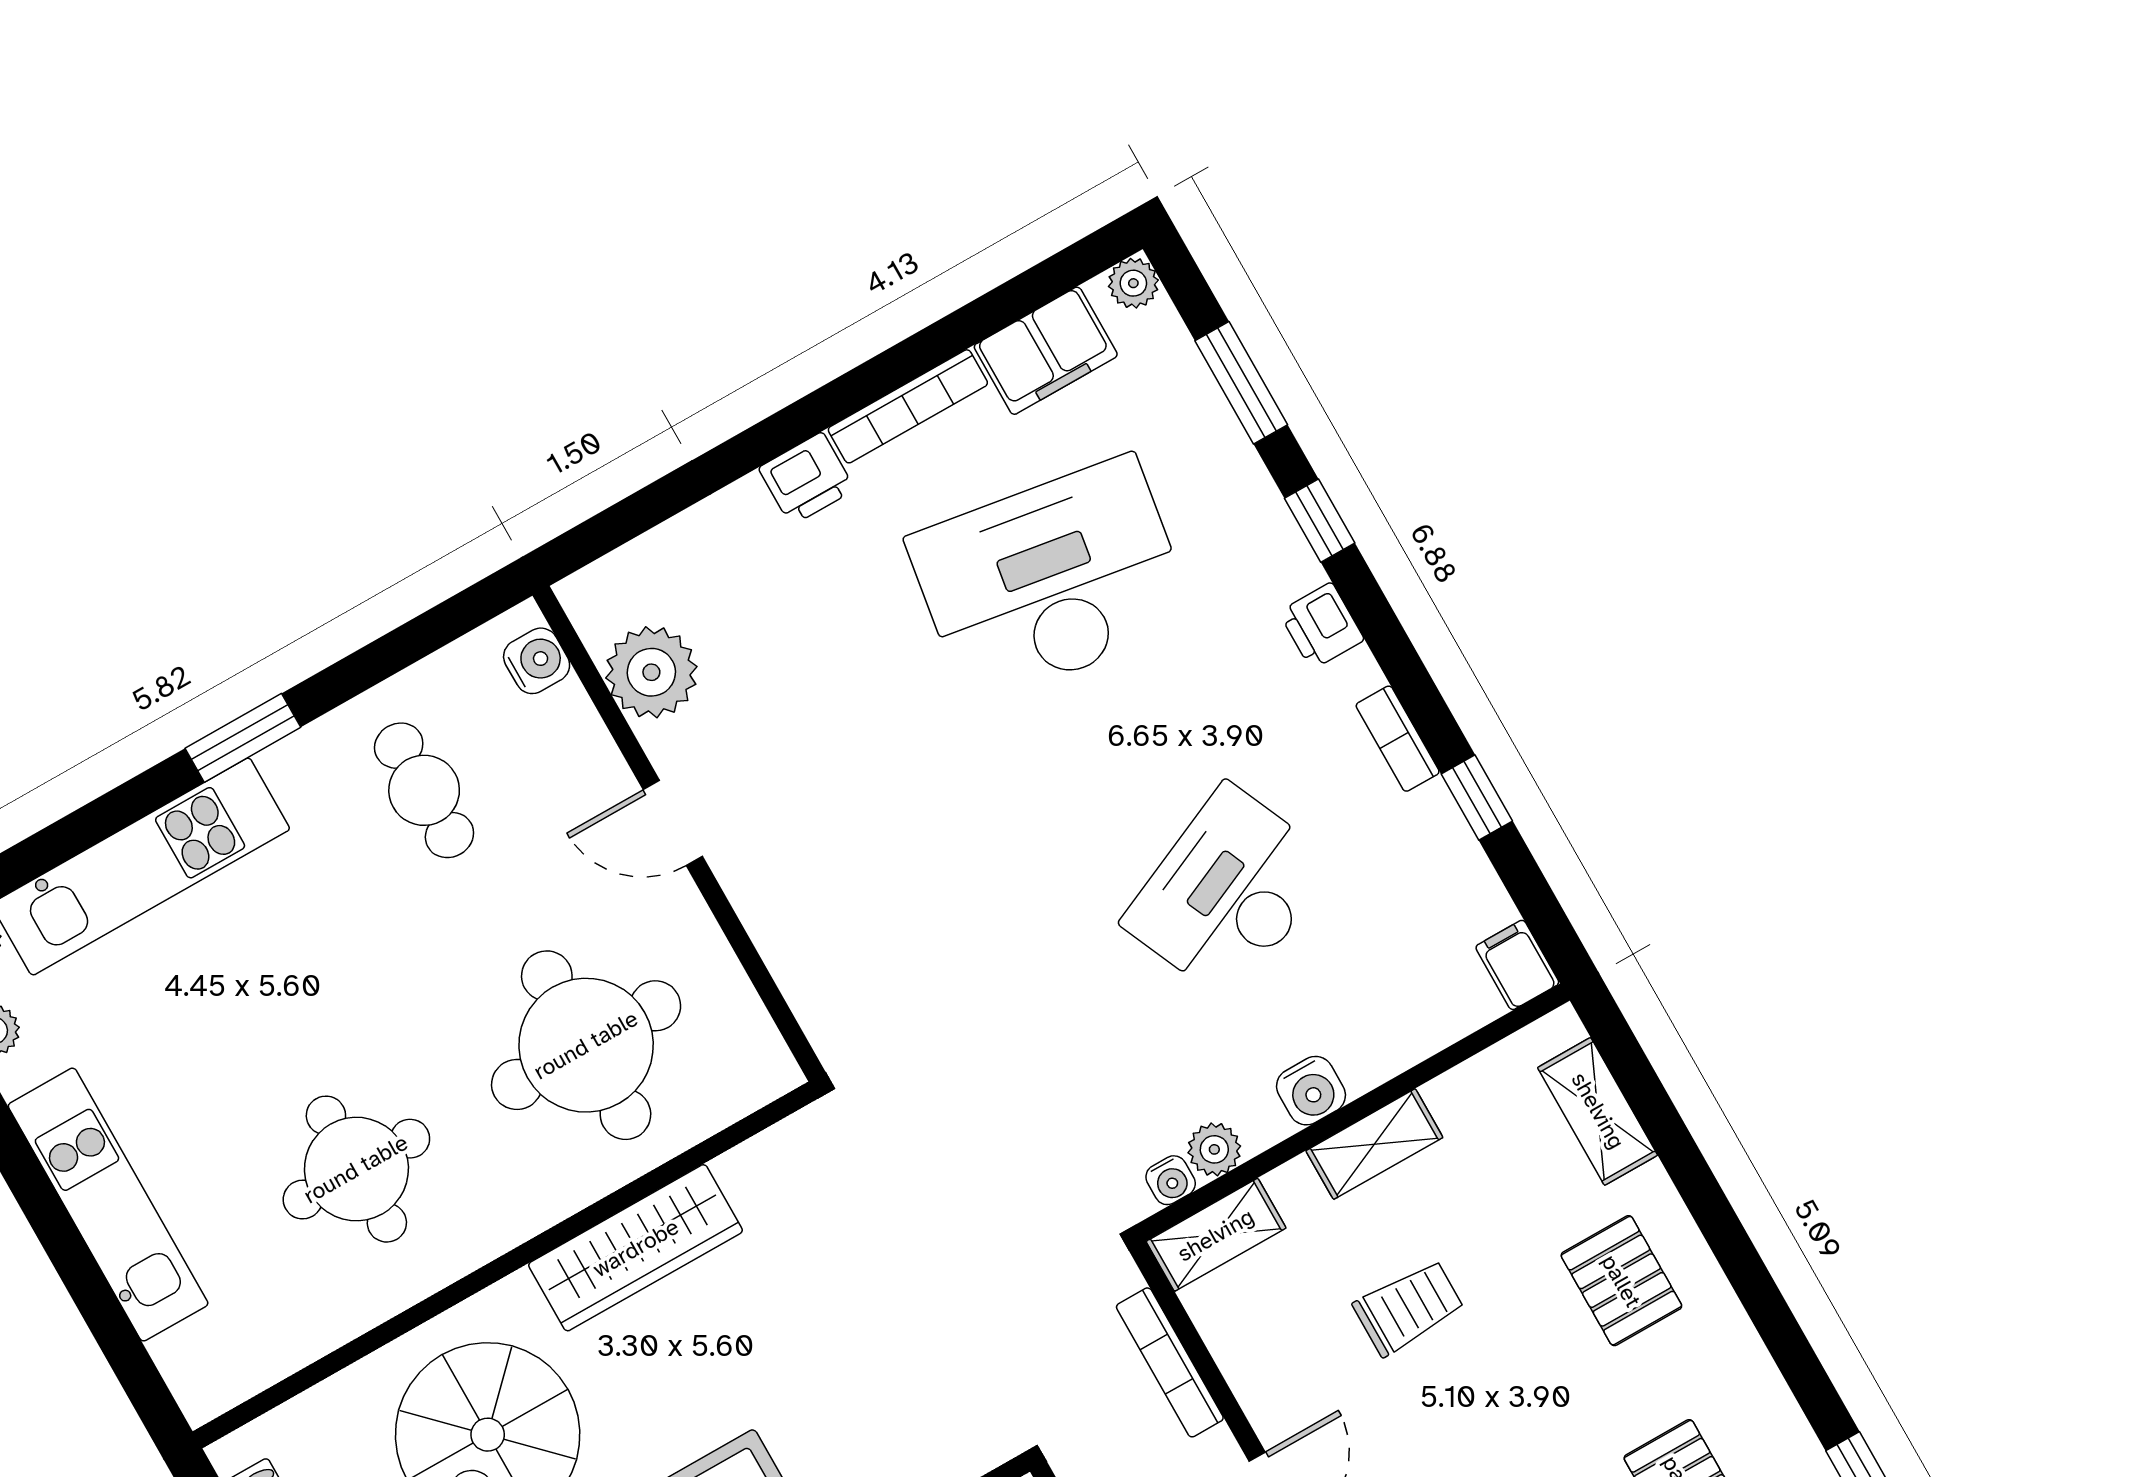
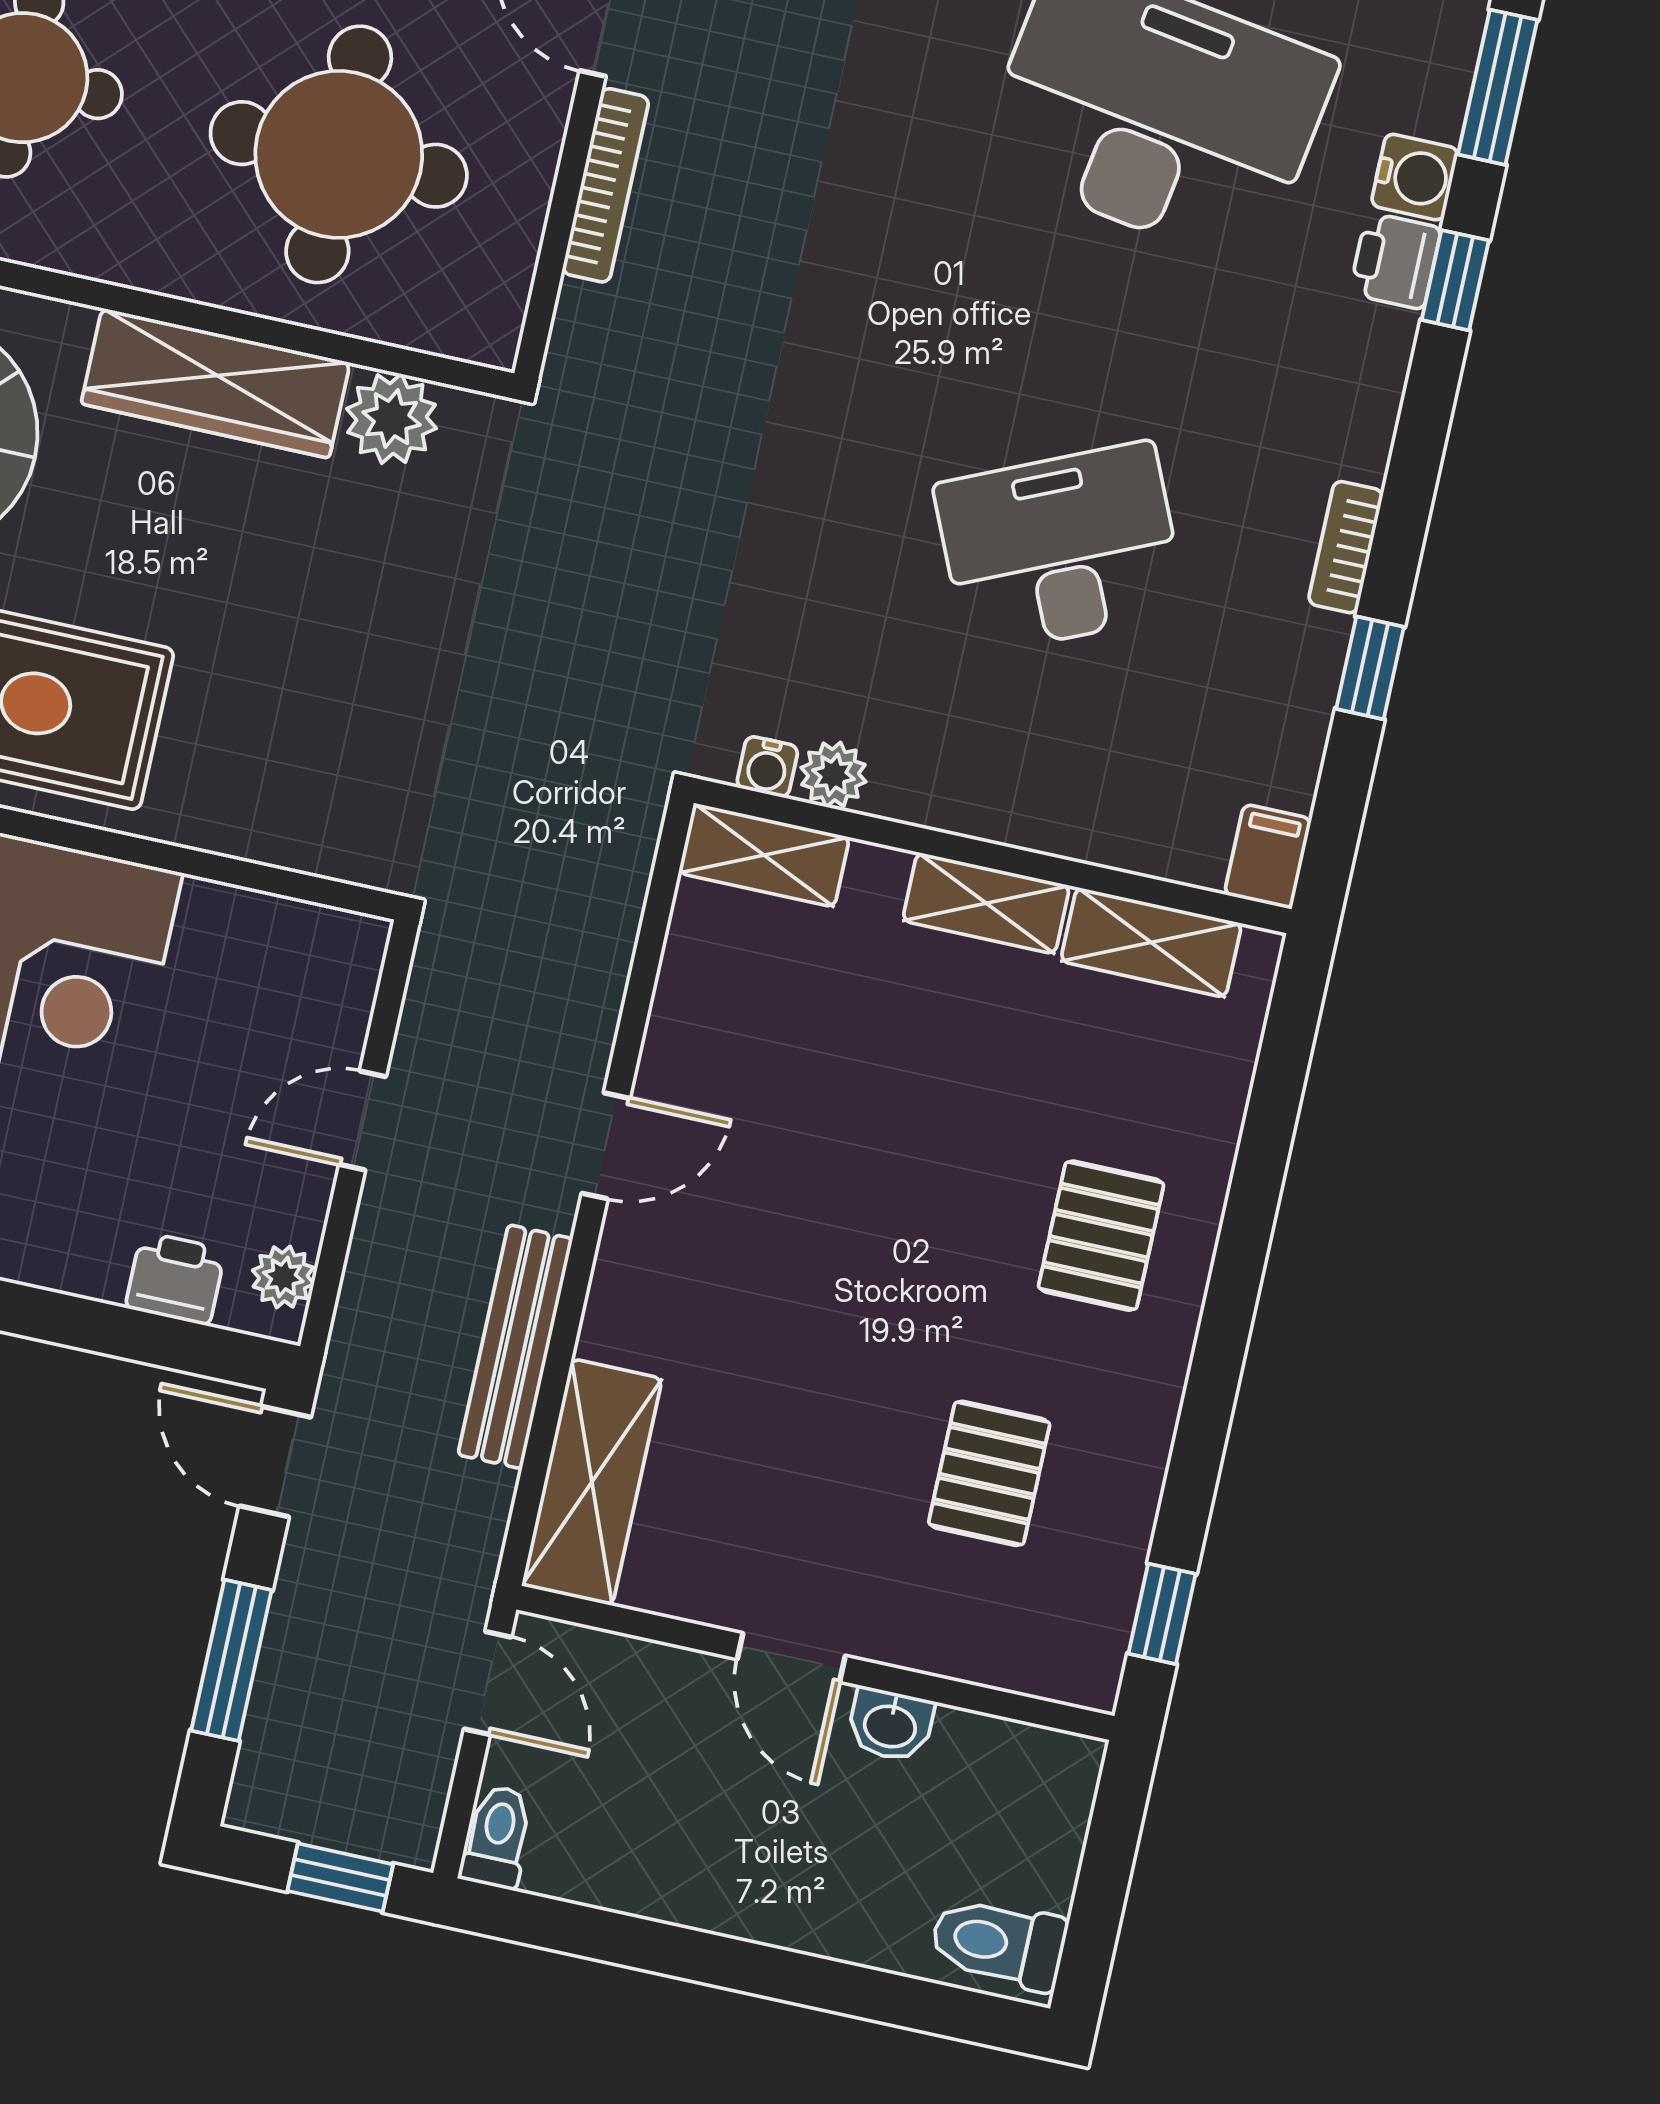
printer: (1322, 626) -> (1395, 261), moved
water cooler: (1311, 1091) -> (1415, 177), moved, turned -90
shelving: (1598, 1111) -> (1151, 942), moved, turned 90
plant: (760, 1174) -> (392, 419), added
trolley: (1409, 1308) -> (882, 1083), removed
bookcase: (1170, 1362) -> (606, 185), moved, turned 180

